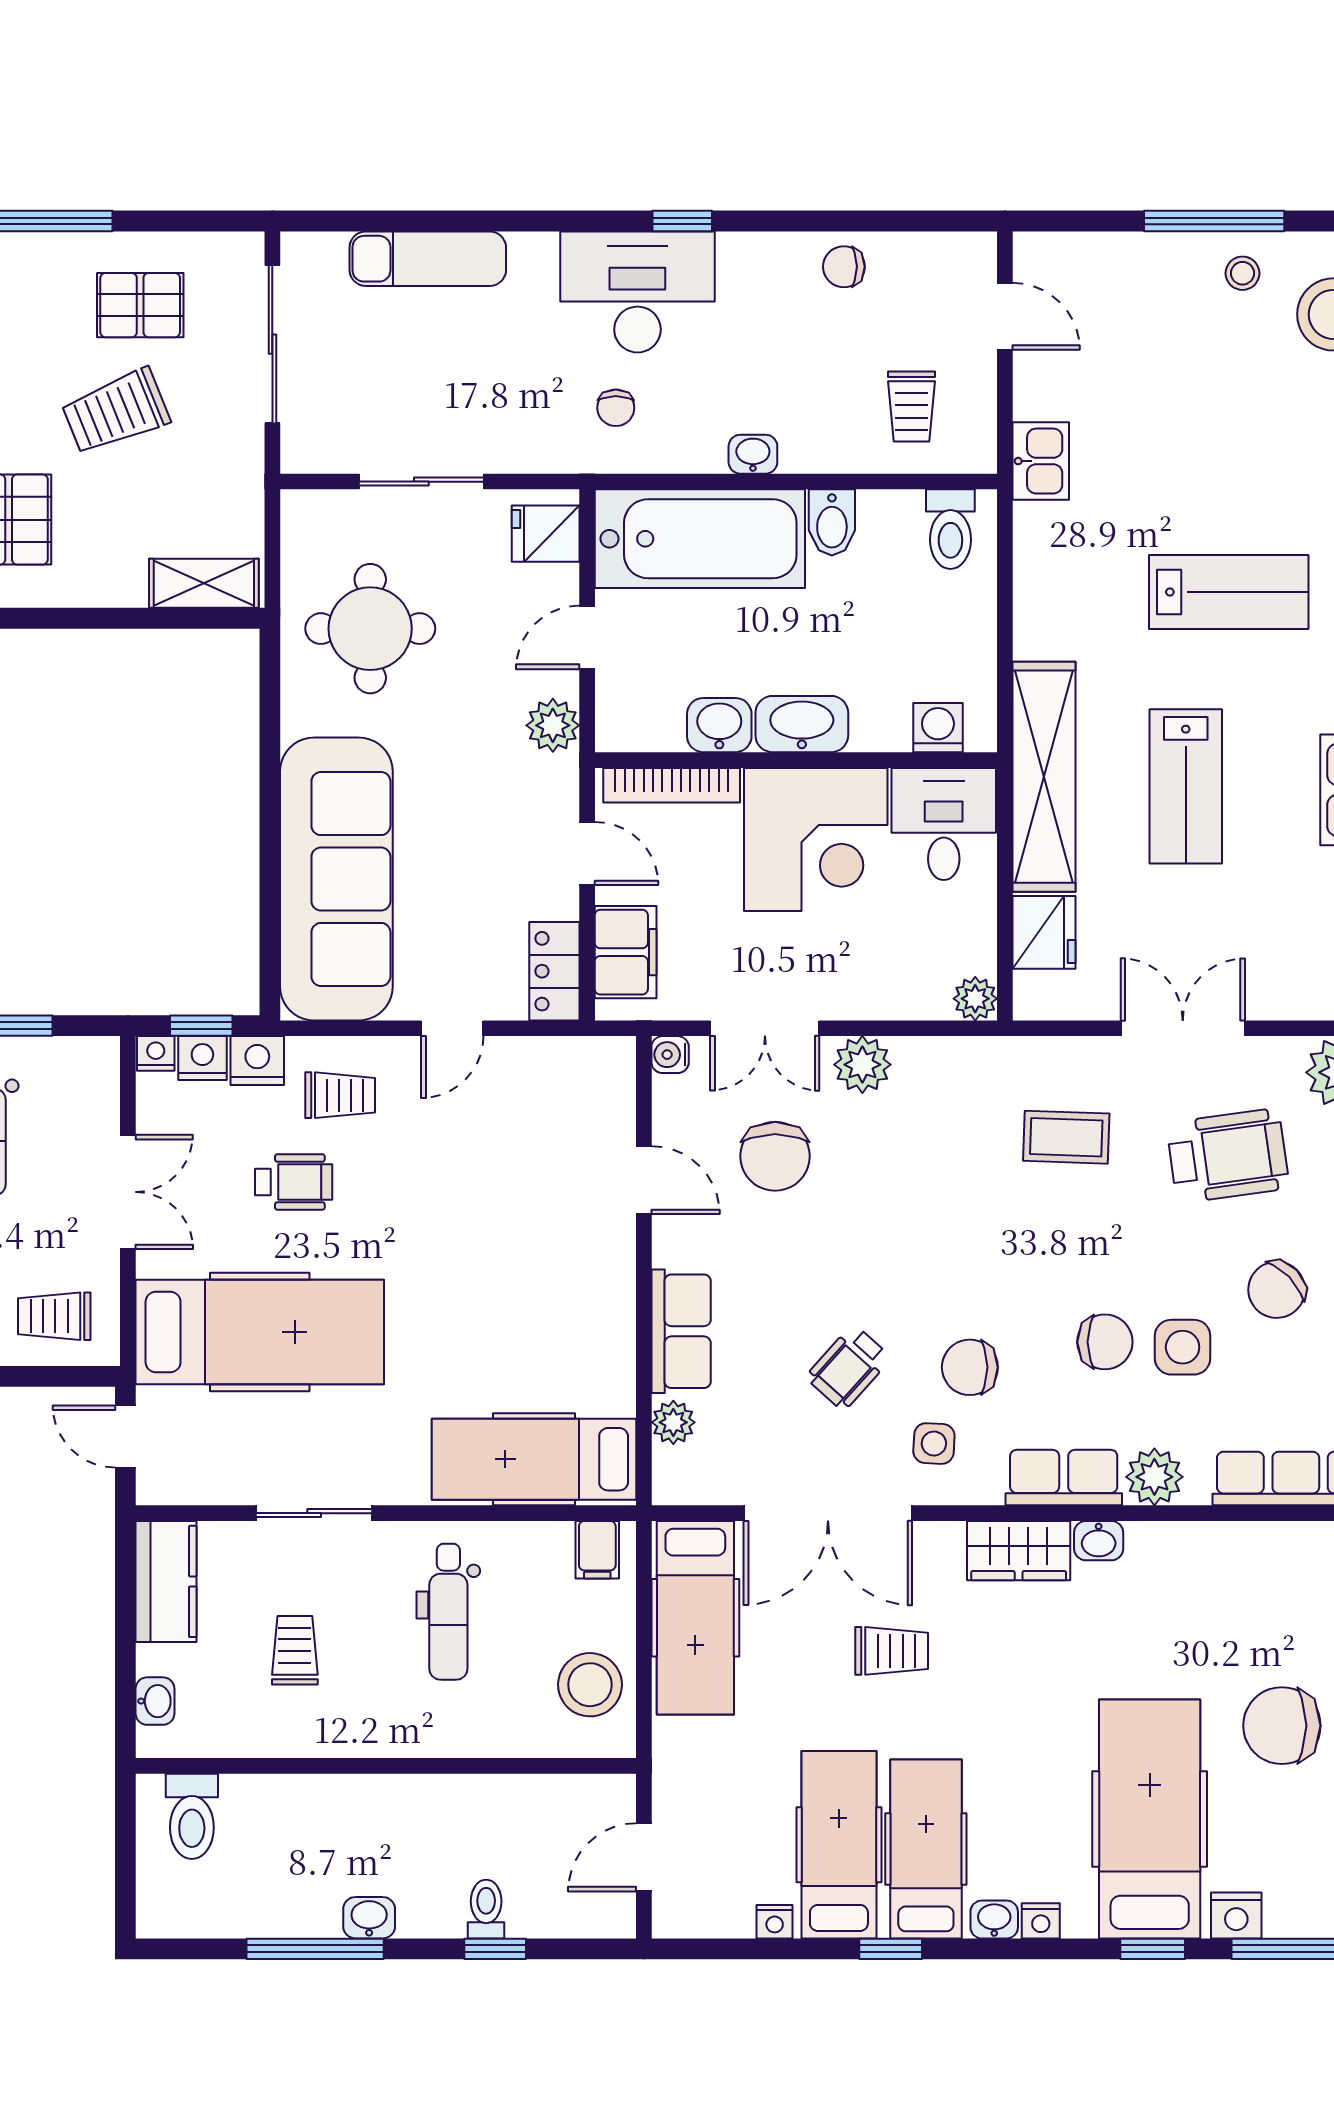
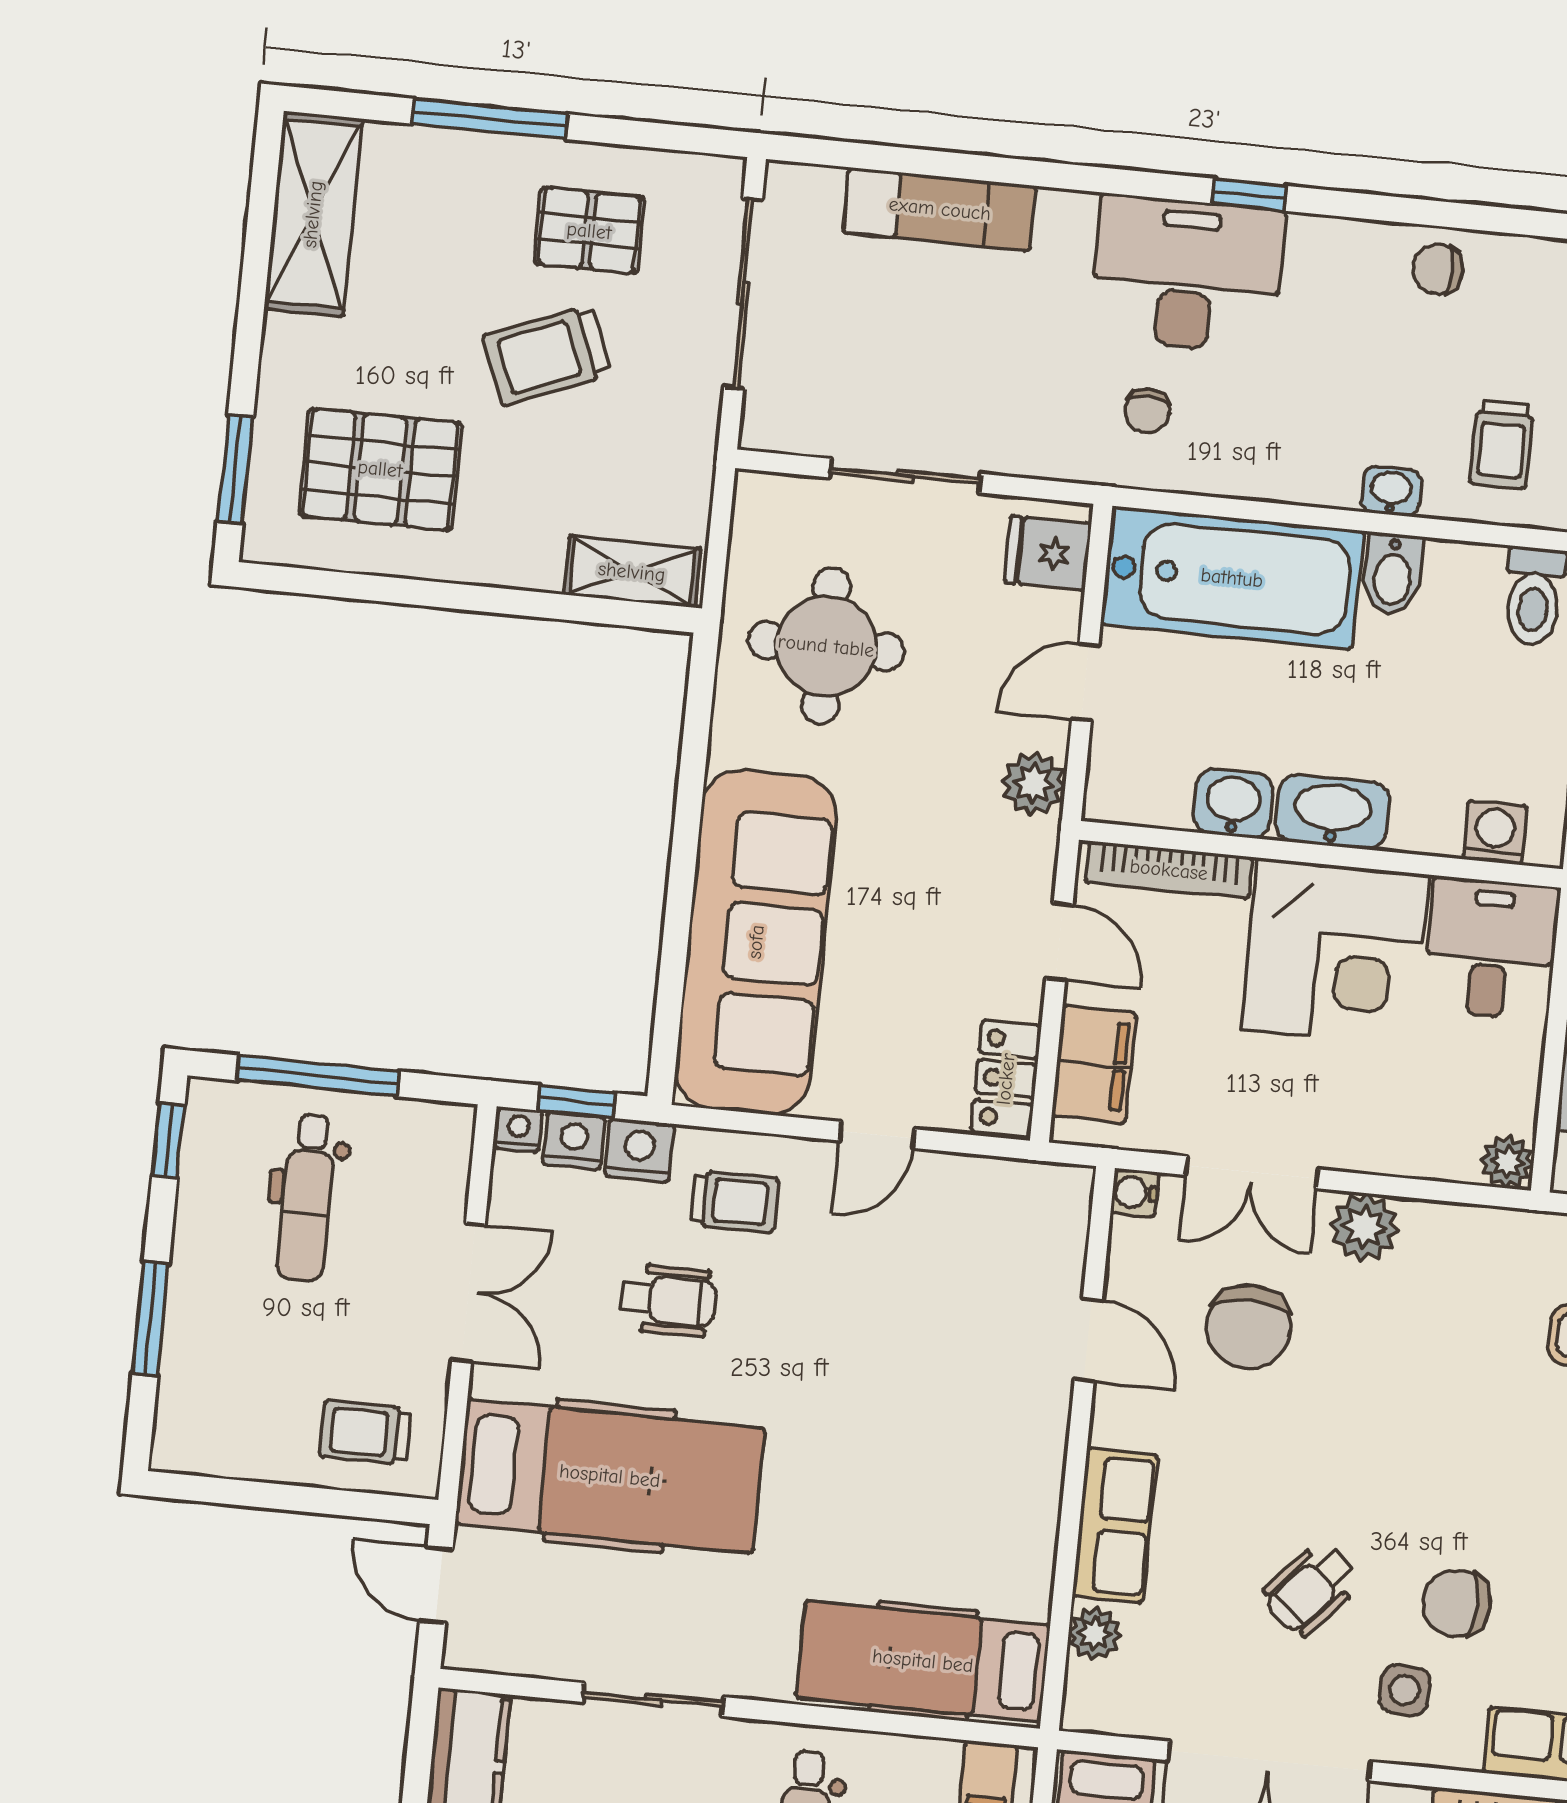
washbasin: (753, 454) -> (1391, 491), moved

